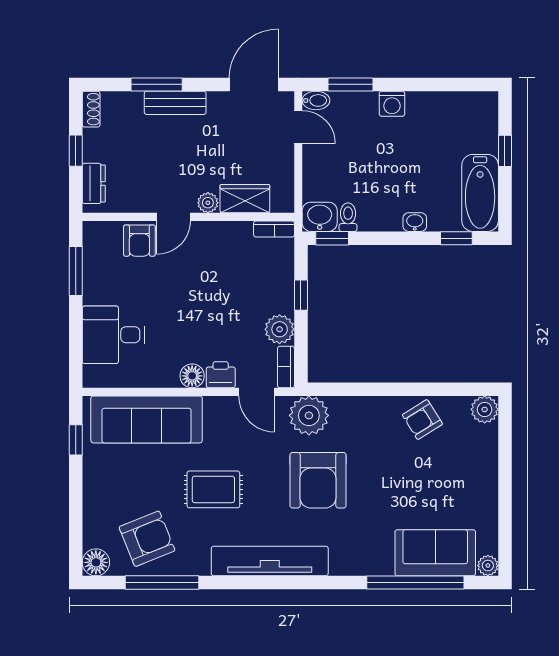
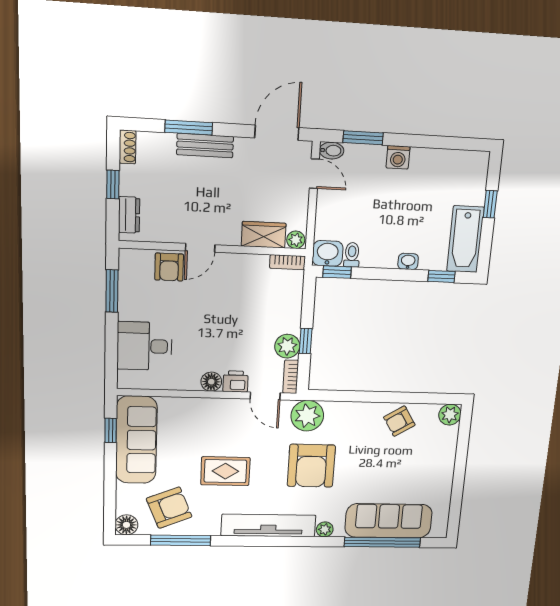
plant: (208, 203) -> (296, 240), moved
window: (301, 295) -> (306, 341), moved
sofa: (147, 419) -> (136, 440), moved, turned -90
sofa: (435, 553) -> (389, 521), width x1.36
plant: (488, 566) -> (325, 529), moved

